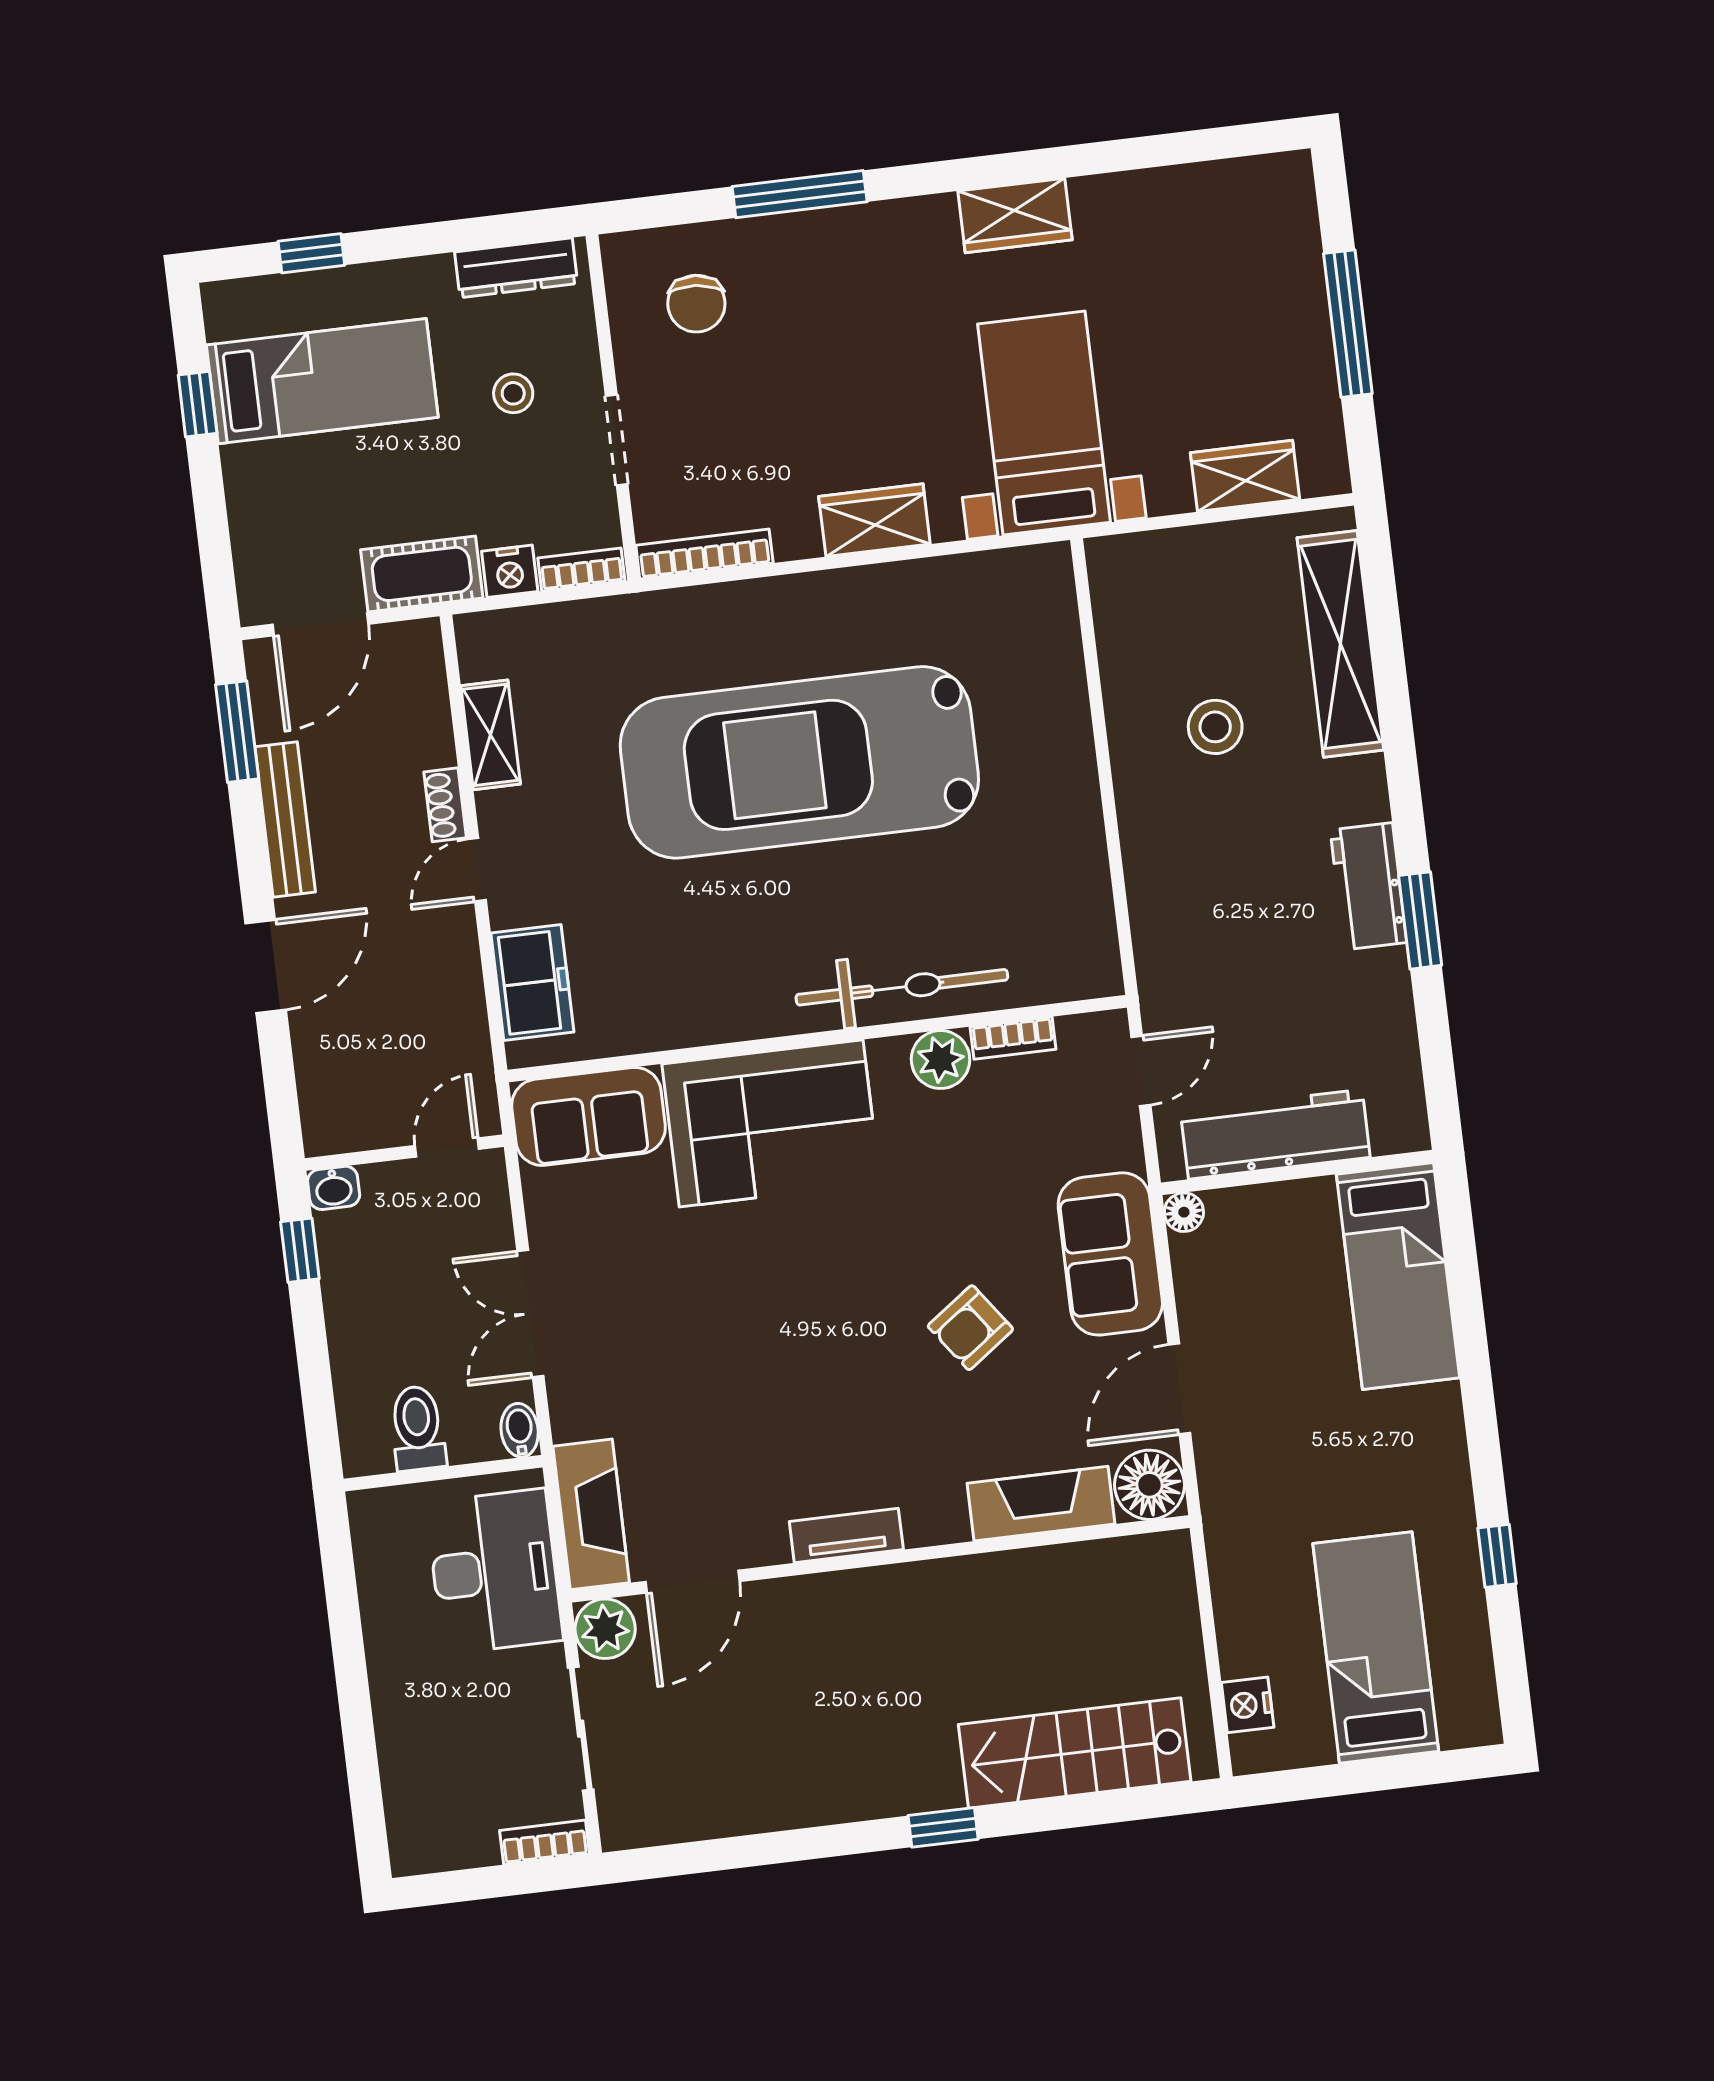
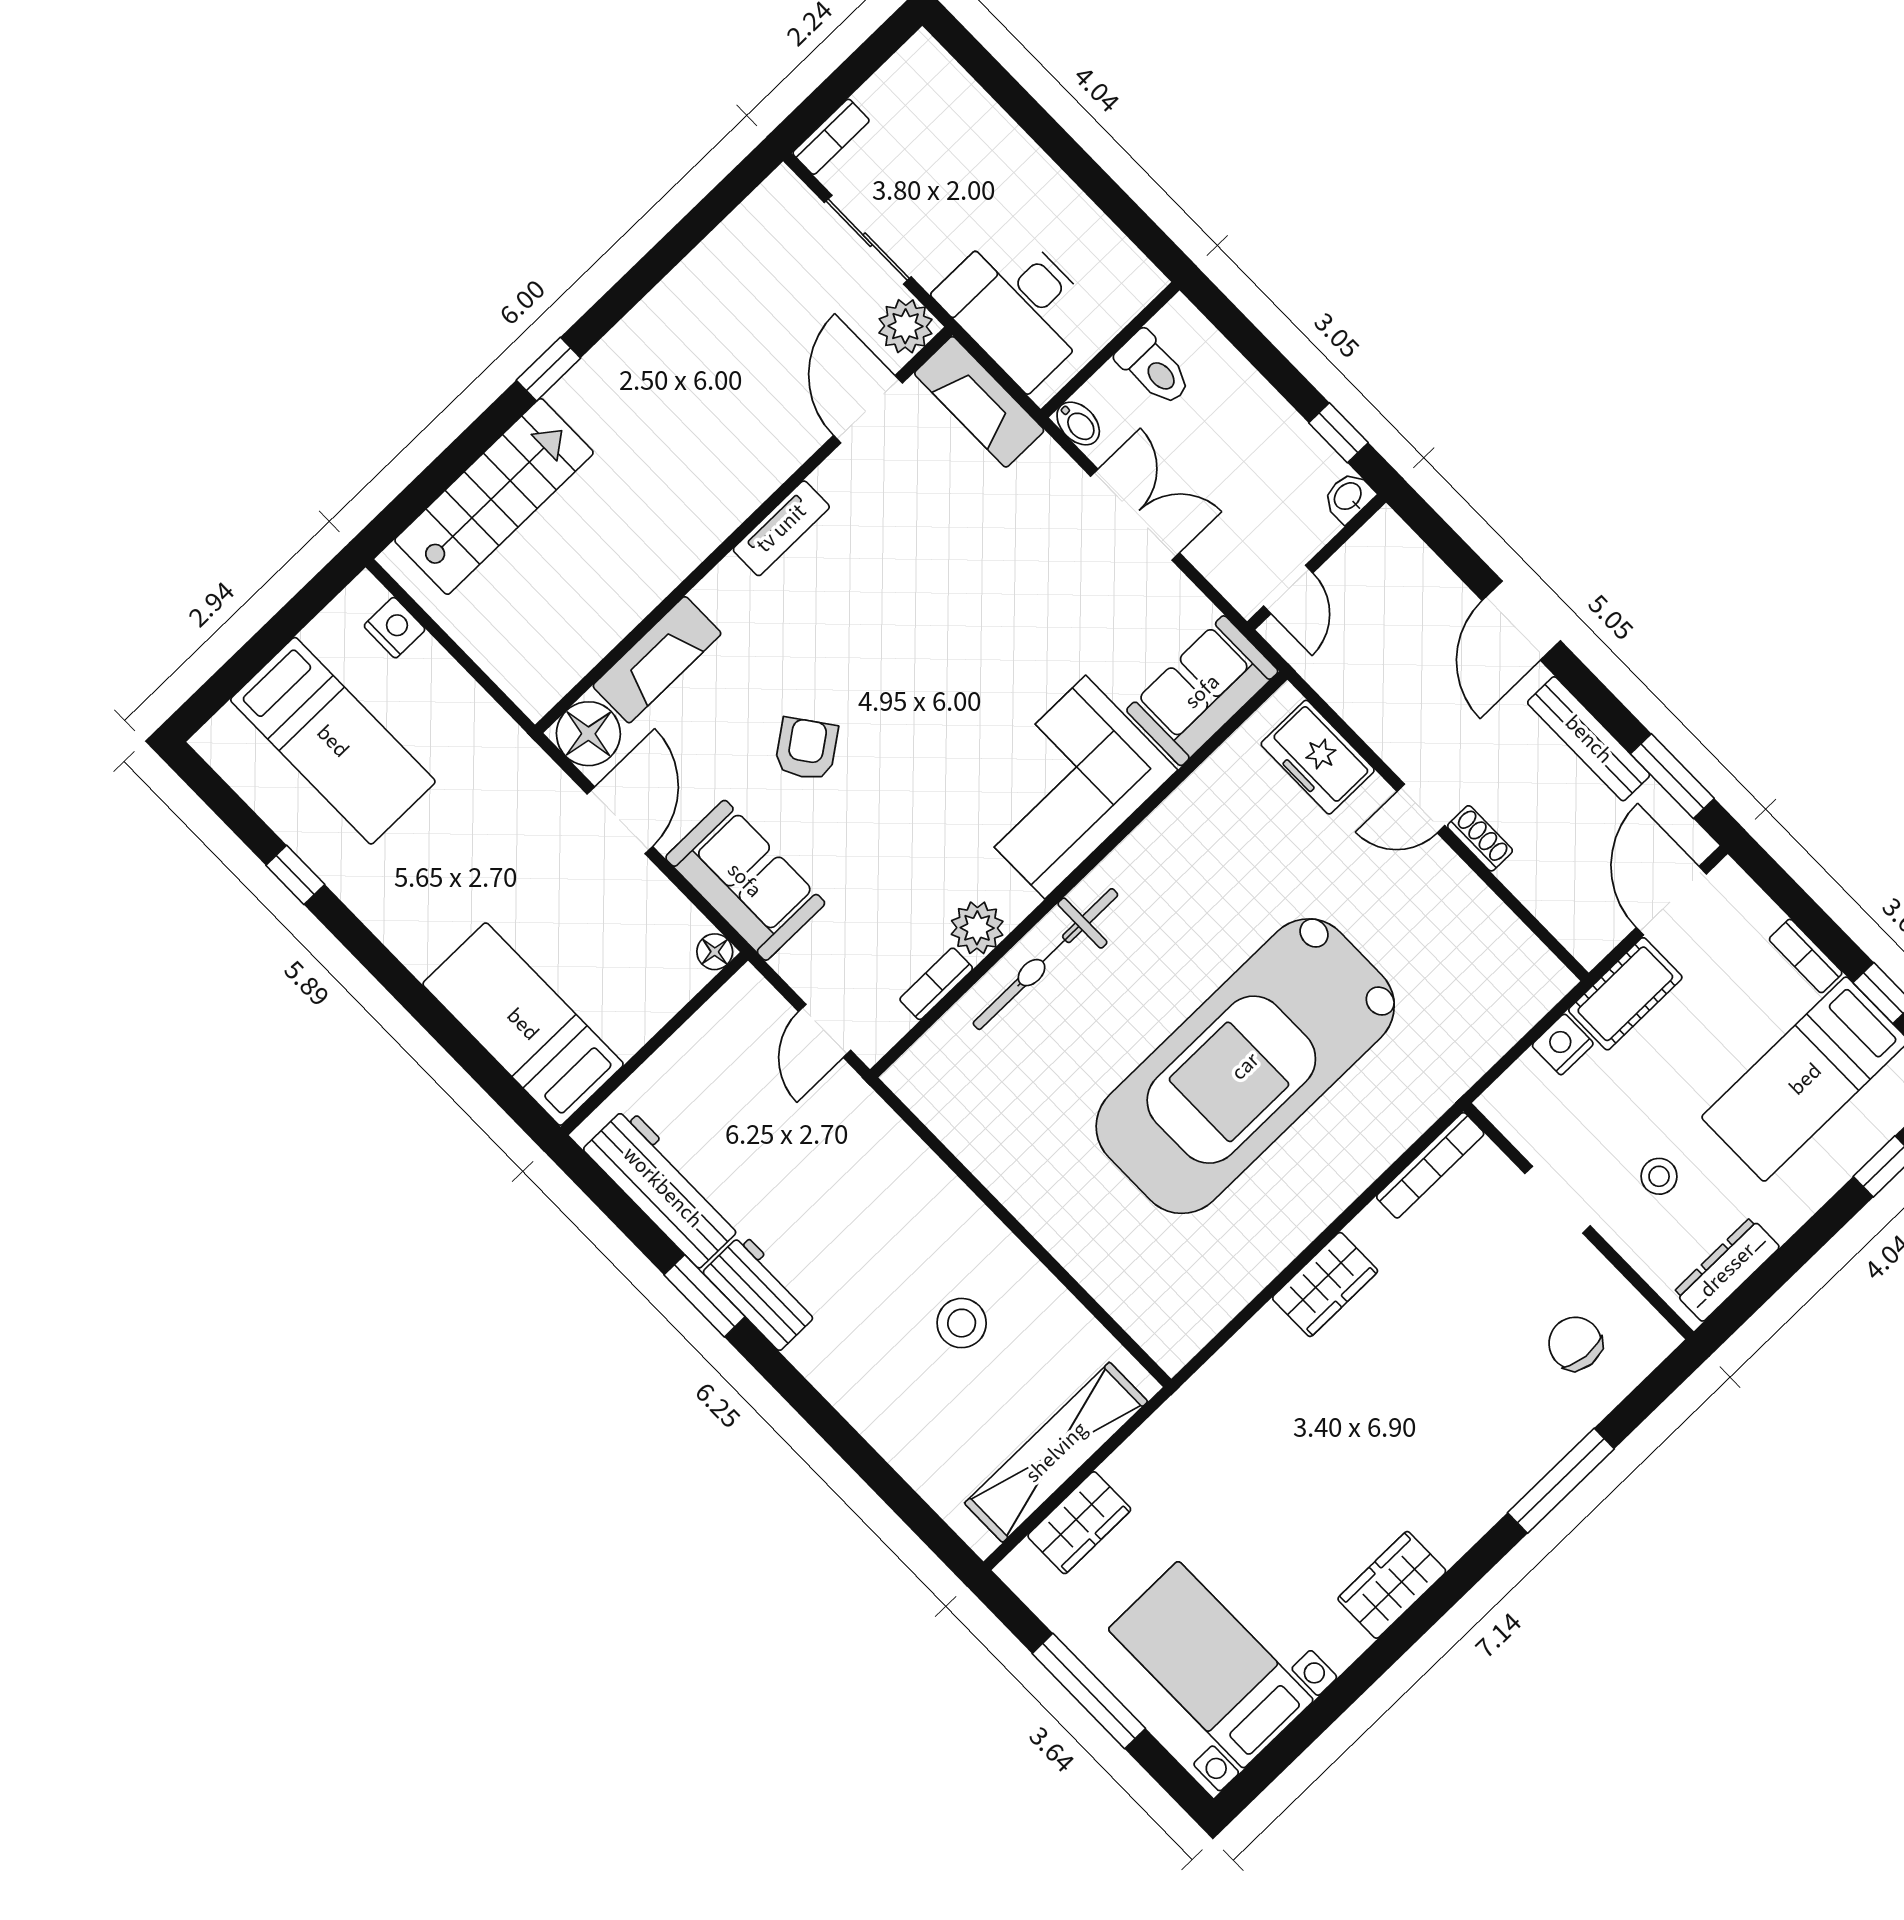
bed with nightstands: (1044, 423) -> (1211, 1665), moved, turned 180
bookcase: (581, 569) -> (1806, 956), moved, turned 90
shelving: (1340, 644) -> (1056, 1452), moved, turned 90
shelving: (491, 735) -> (1486, 915), removed
car: (799, 762) -> (1245, 1066), turned 180
door: (477, 870) -> (1421, 809), swing flipped
workbench: (1275, 1134) -> (663, 1187), moved, turned -90

